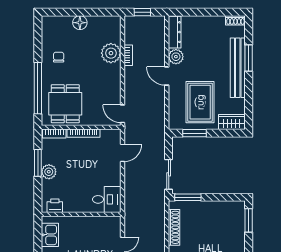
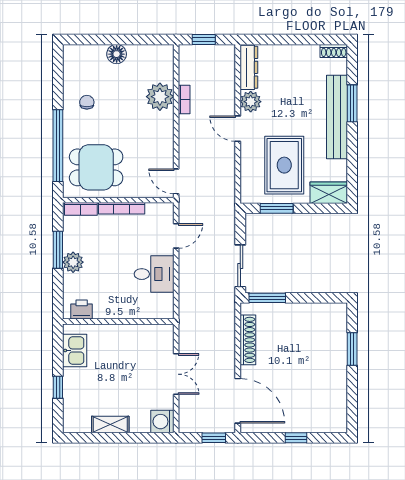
dining table: (65, 104) -> (96, 167), turned 90
desk: (107, 199) -> (154, 274), moved
window: (249, 220) -> (352, 349), moved

